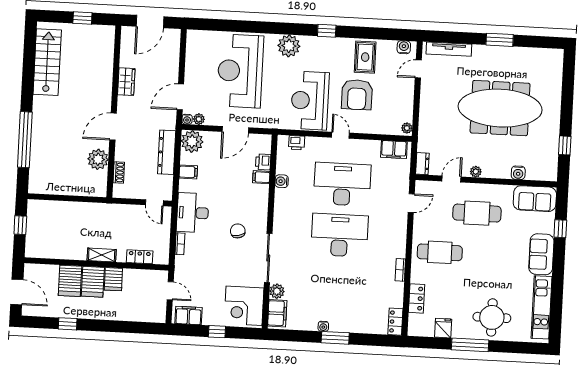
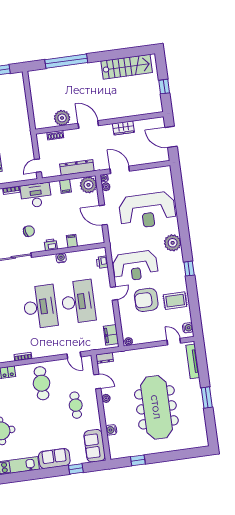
reception desk: (240, 71) -> (147, 210), turned 180
reception desk: (310, 101) -> (135, 266), turned 180
printer: (263, 162) -> (51, 245), moved
water cooler: (282, 181) -> (61, 258), moved
cafe table: (477, 213) -> (76, 405), width x0.73, depth x0.74

